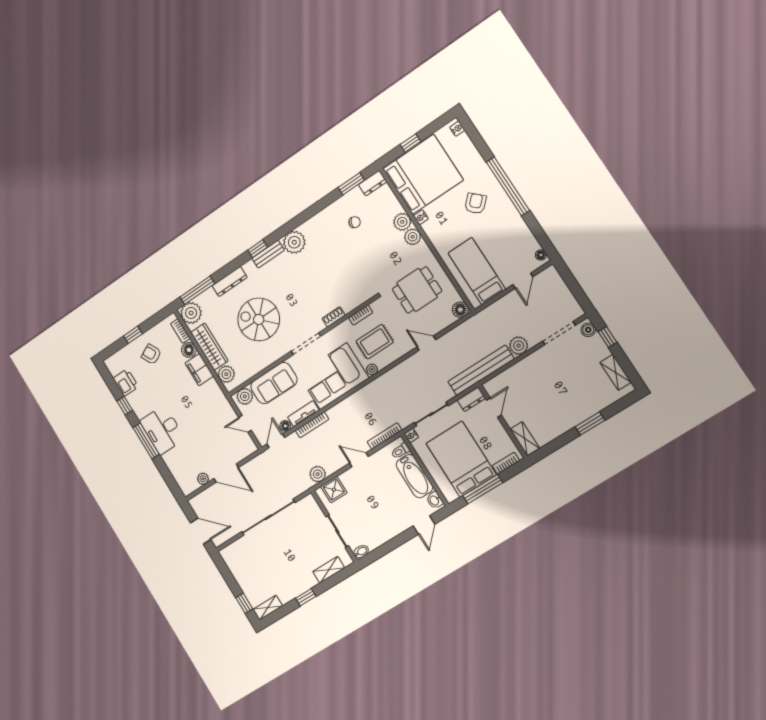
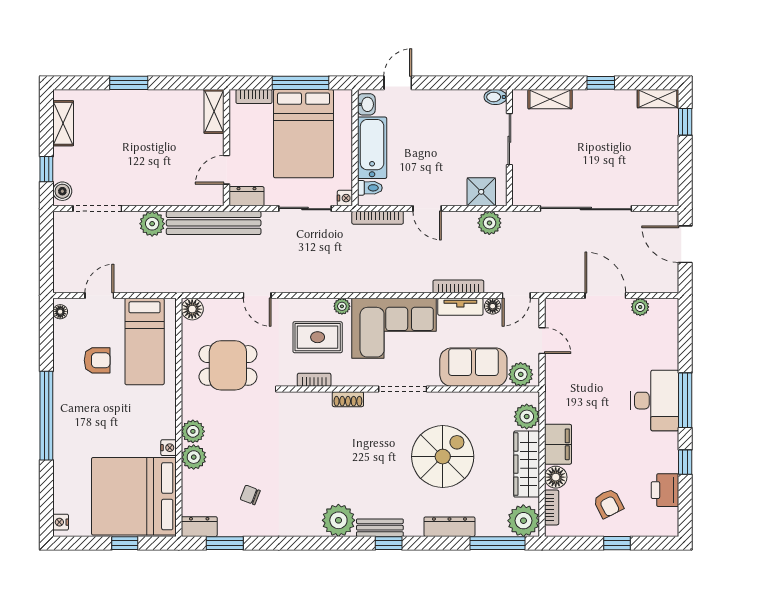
armchair: (475, 203) -> (97, 360), moved, turned -135
spiral stairs: (259, 319) -> (443, 457), turned -90

